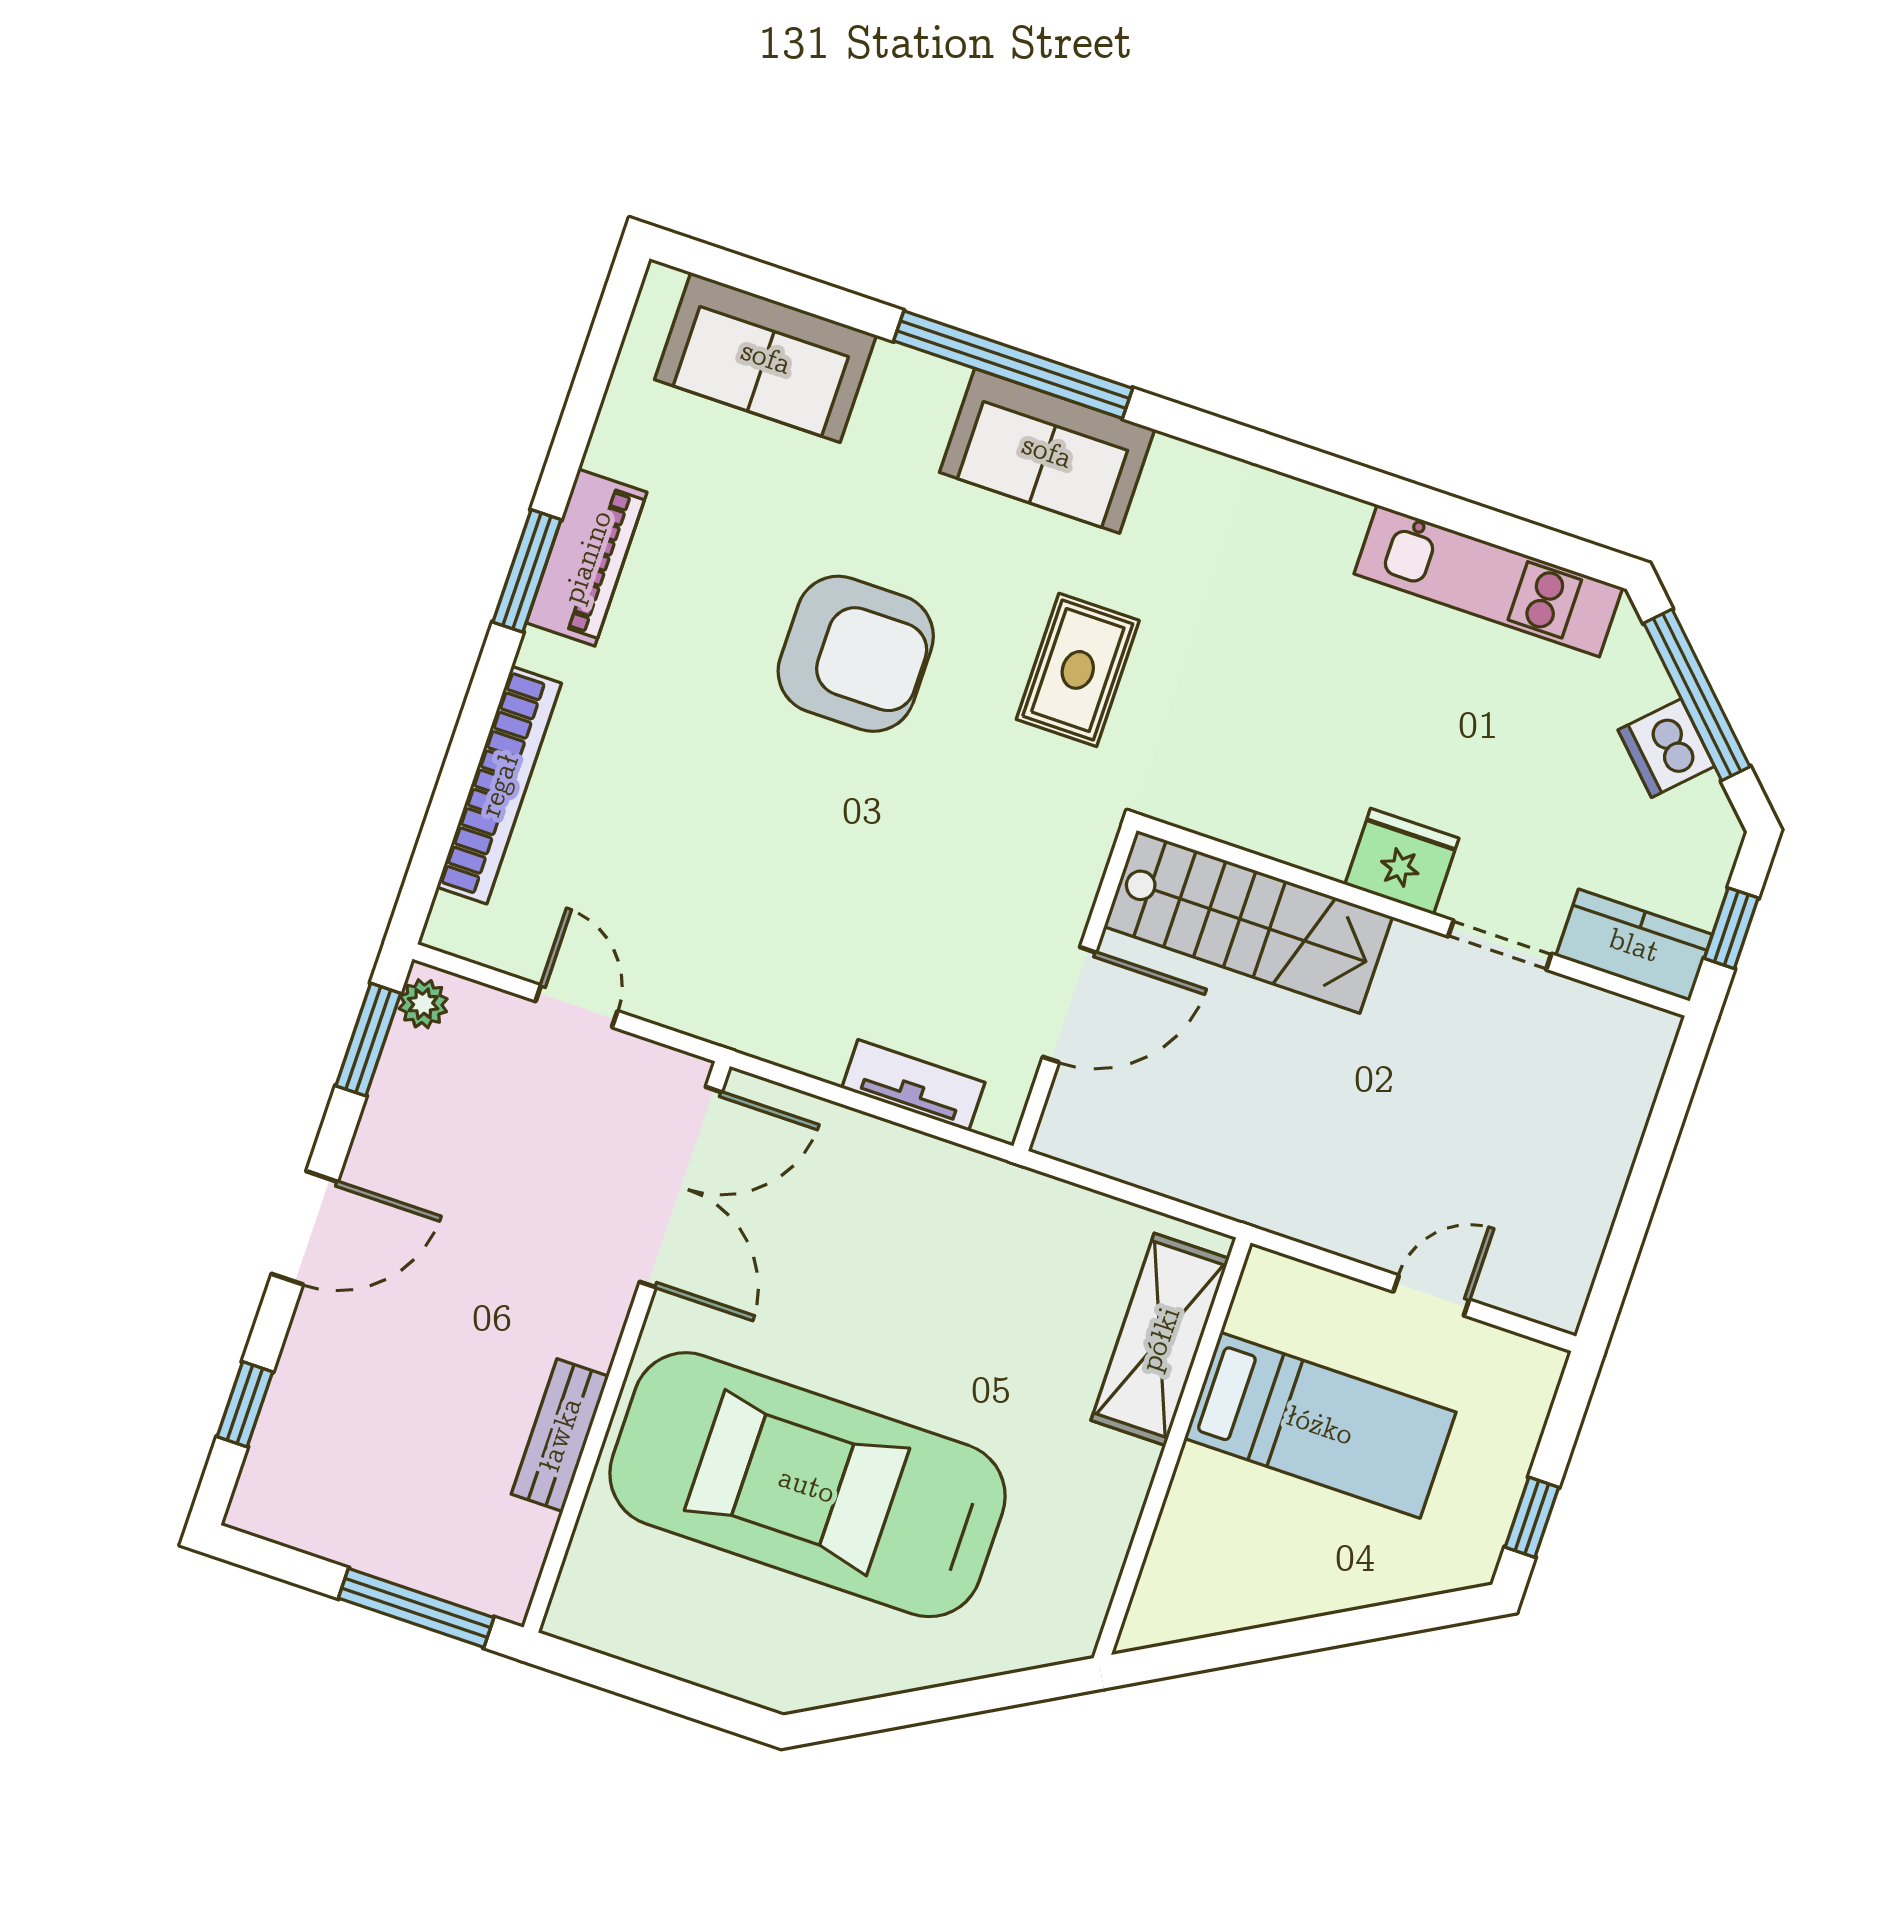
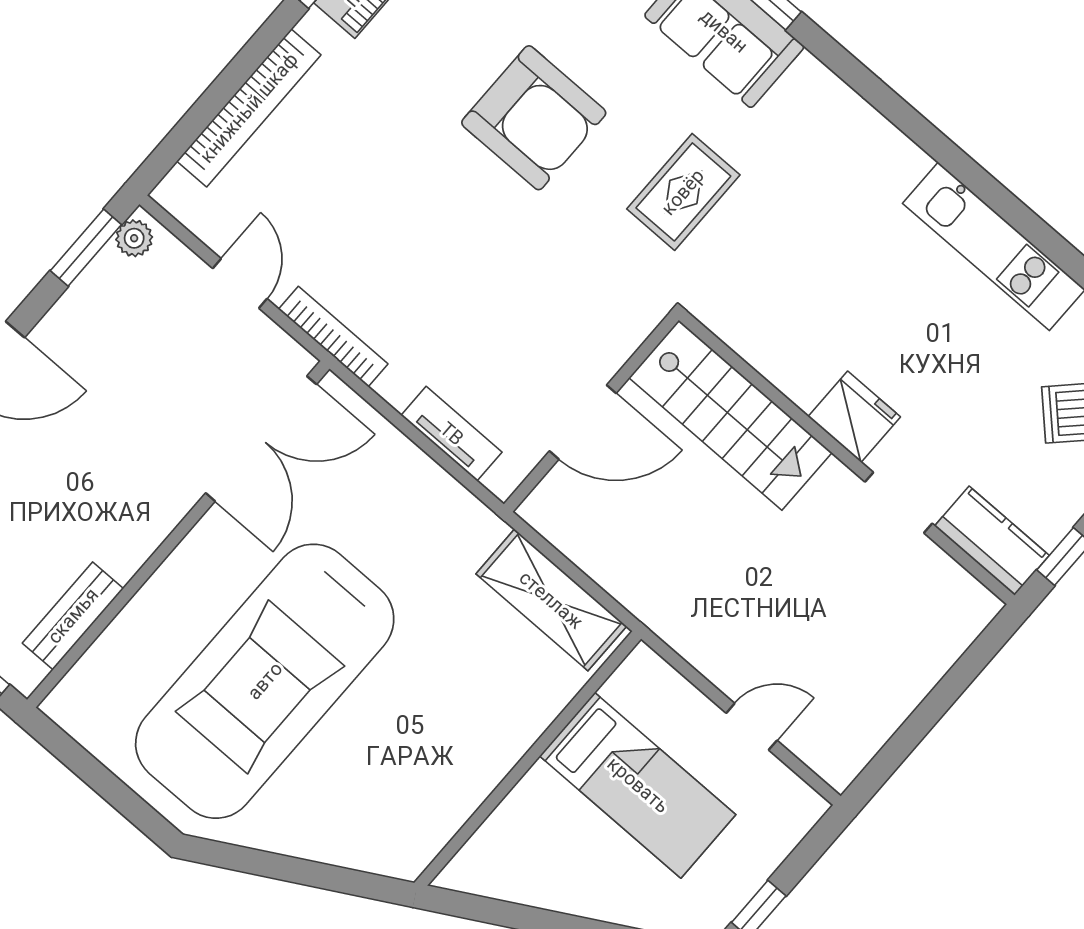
bookcase: (718, 1025) -> (333, 337), added
shelving: (1160, 1339) -> (551, 600), moved, turned 90
bench: (560, 1435) -> (73, 616), moved
car: (807, 1485) -> (265, 681), turned -90

